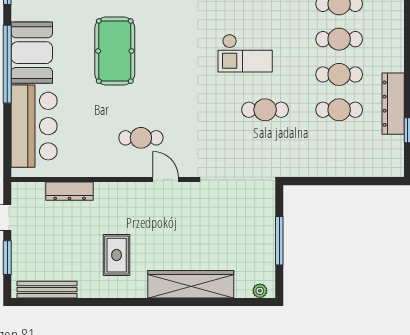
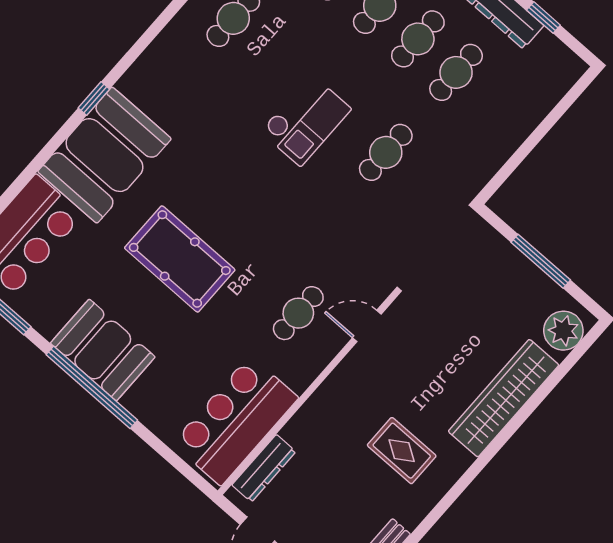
bar counter: (34, 126) -> (235, 421), moved, turned -90
dresser: (70, 191) -> (264, 468), moved
plant: (260, 291) -> (563, 331), width x1.87, depth x1.87

